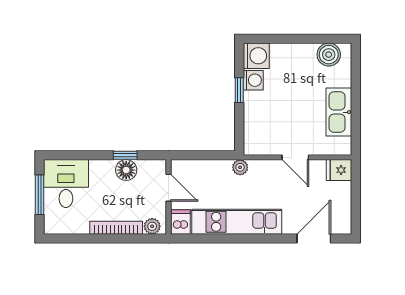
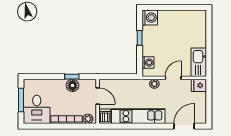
boiler: (329, 55) -> (193, 17), removed
washing machine: (253, 80) -> (148, 63), moved
kitchen sink: (339, 112) -> (199, 62), moved
door: (295, 157) -> (173, 78), swing flipped
plant: (240, 167) -> (154, 84), moved
desk: (66, 184) -> (37, 109), moved, turned 180

